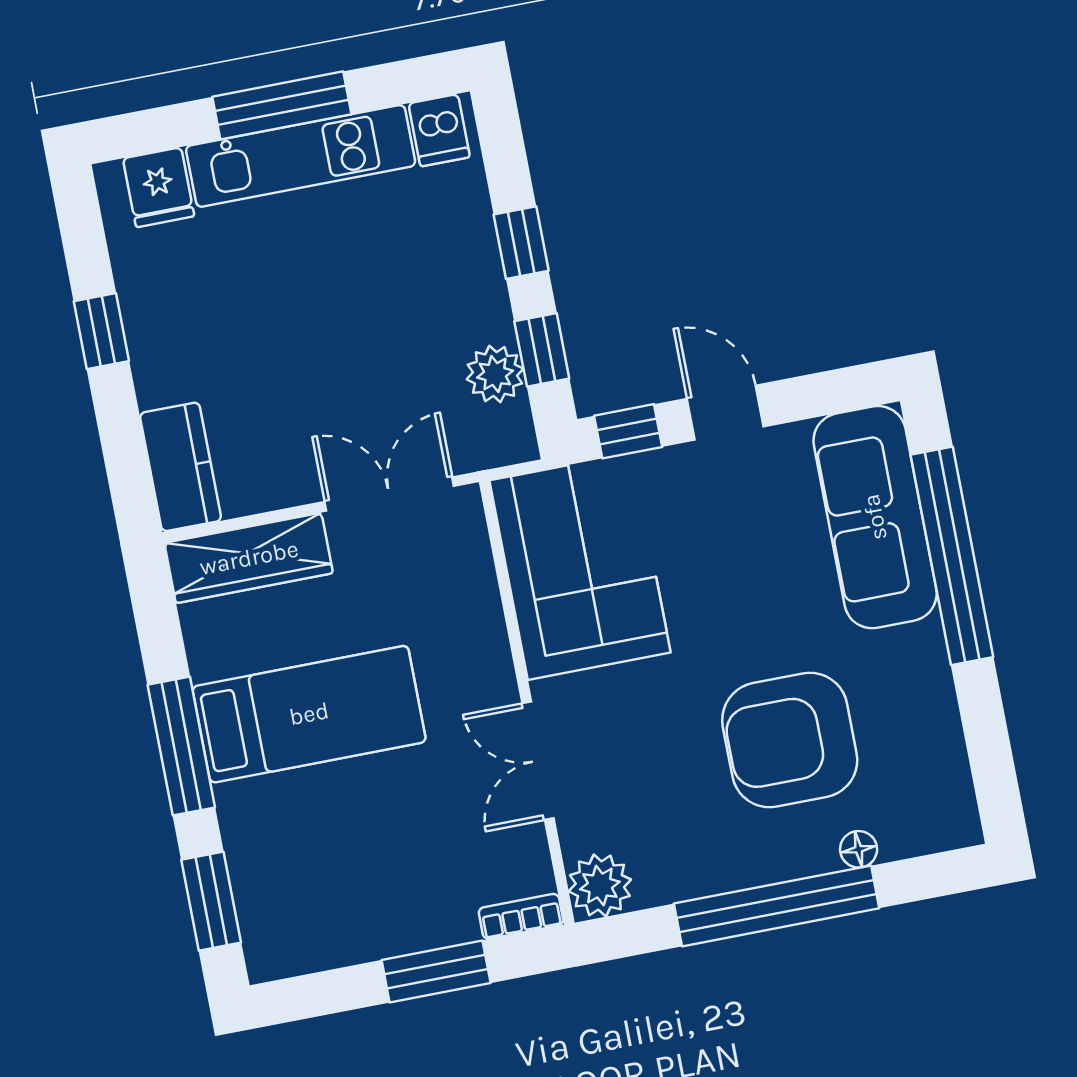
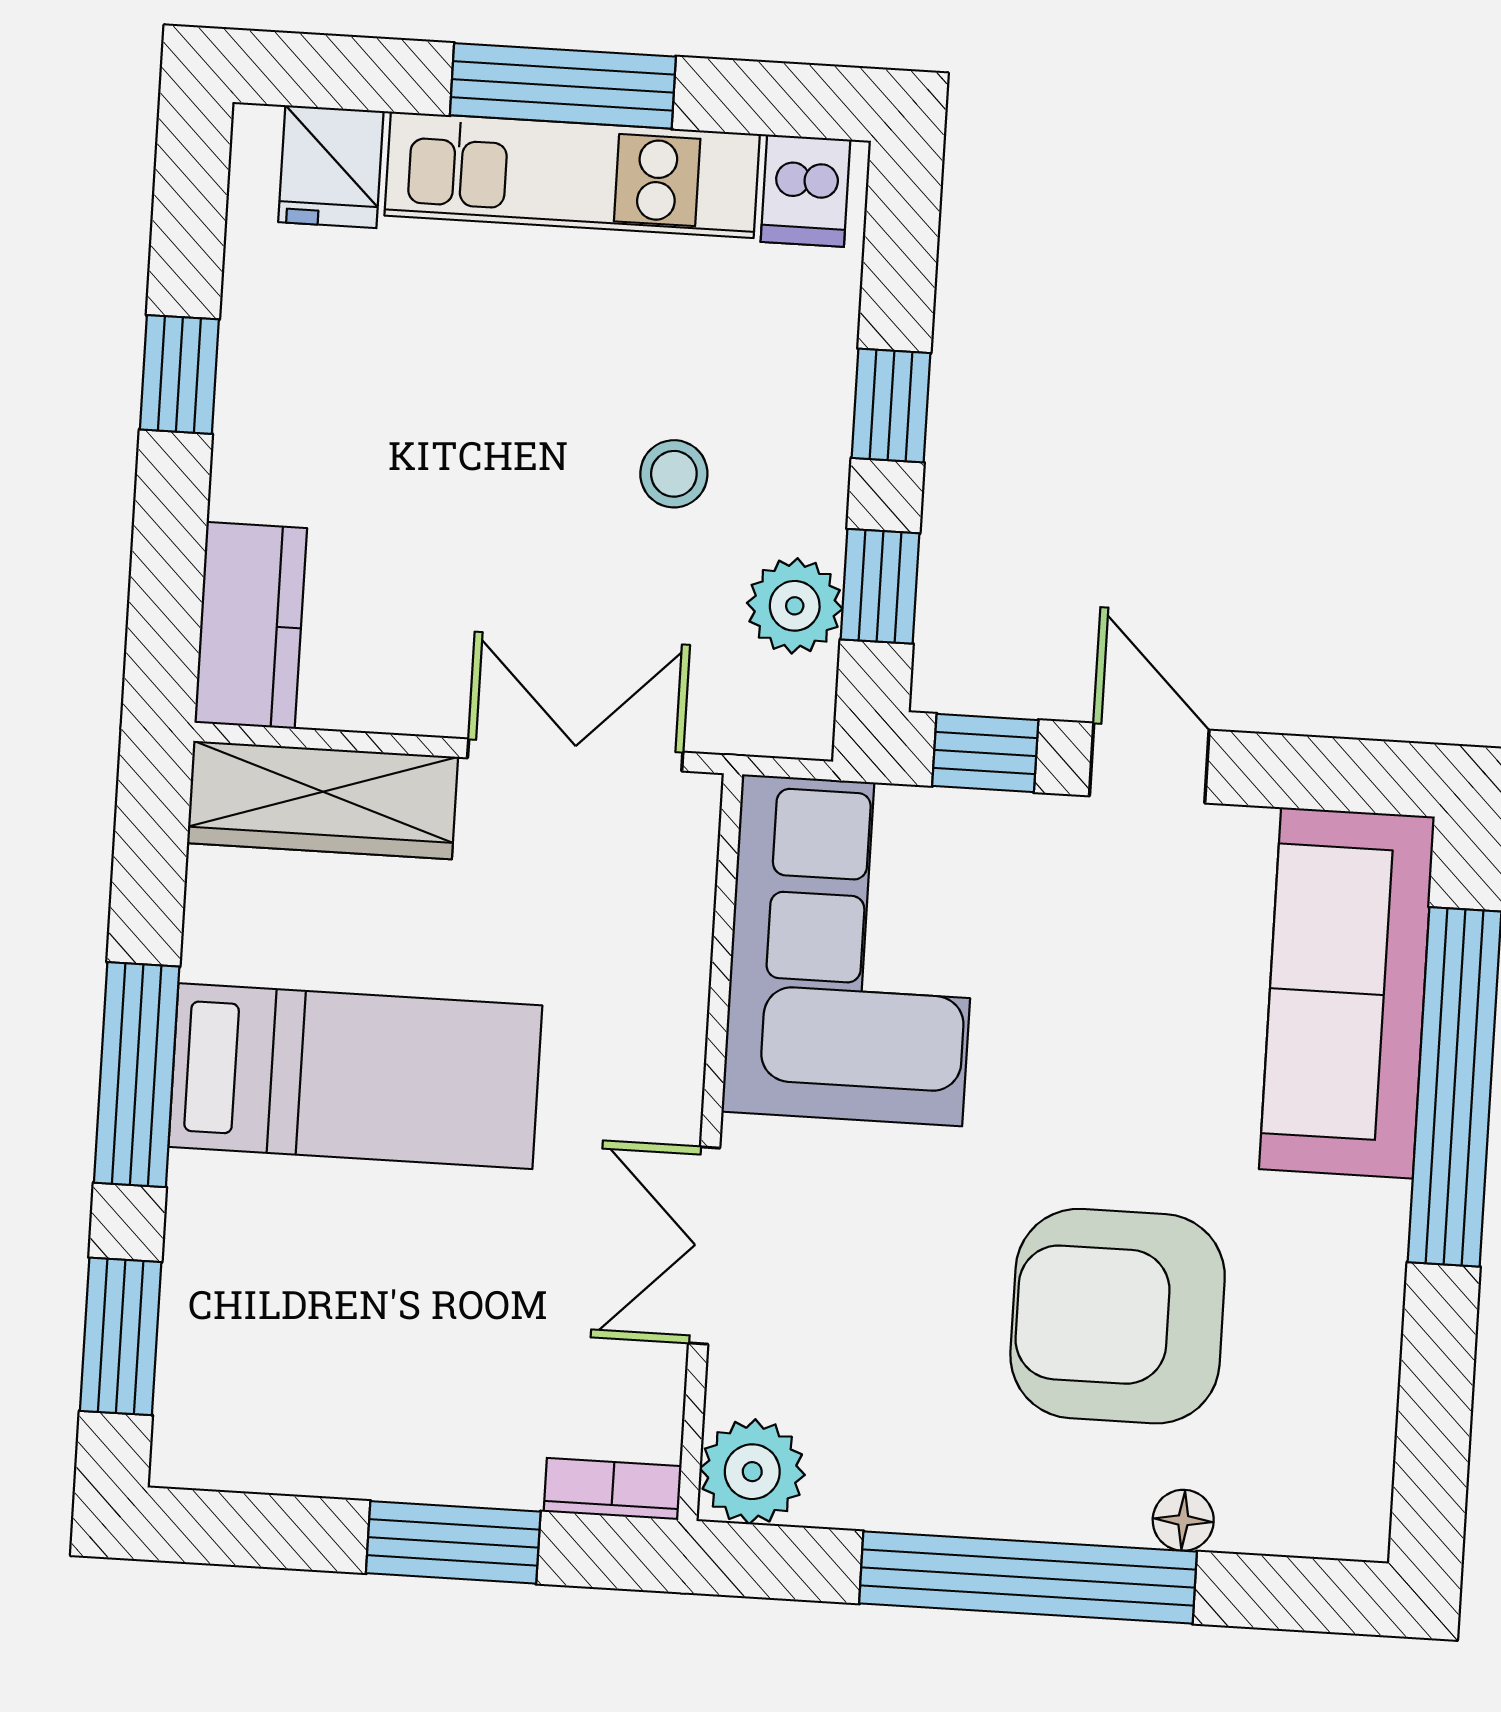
stool: (405, 315) -> (674, 474), added

